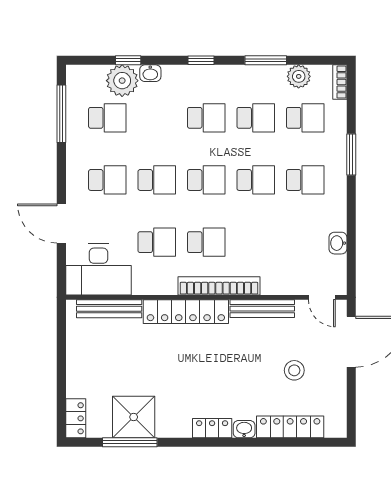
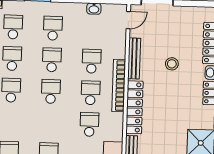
school desk: (157, 180) -> (92, 61), moved
stool: (294, 370) -> (172, 64), moved

